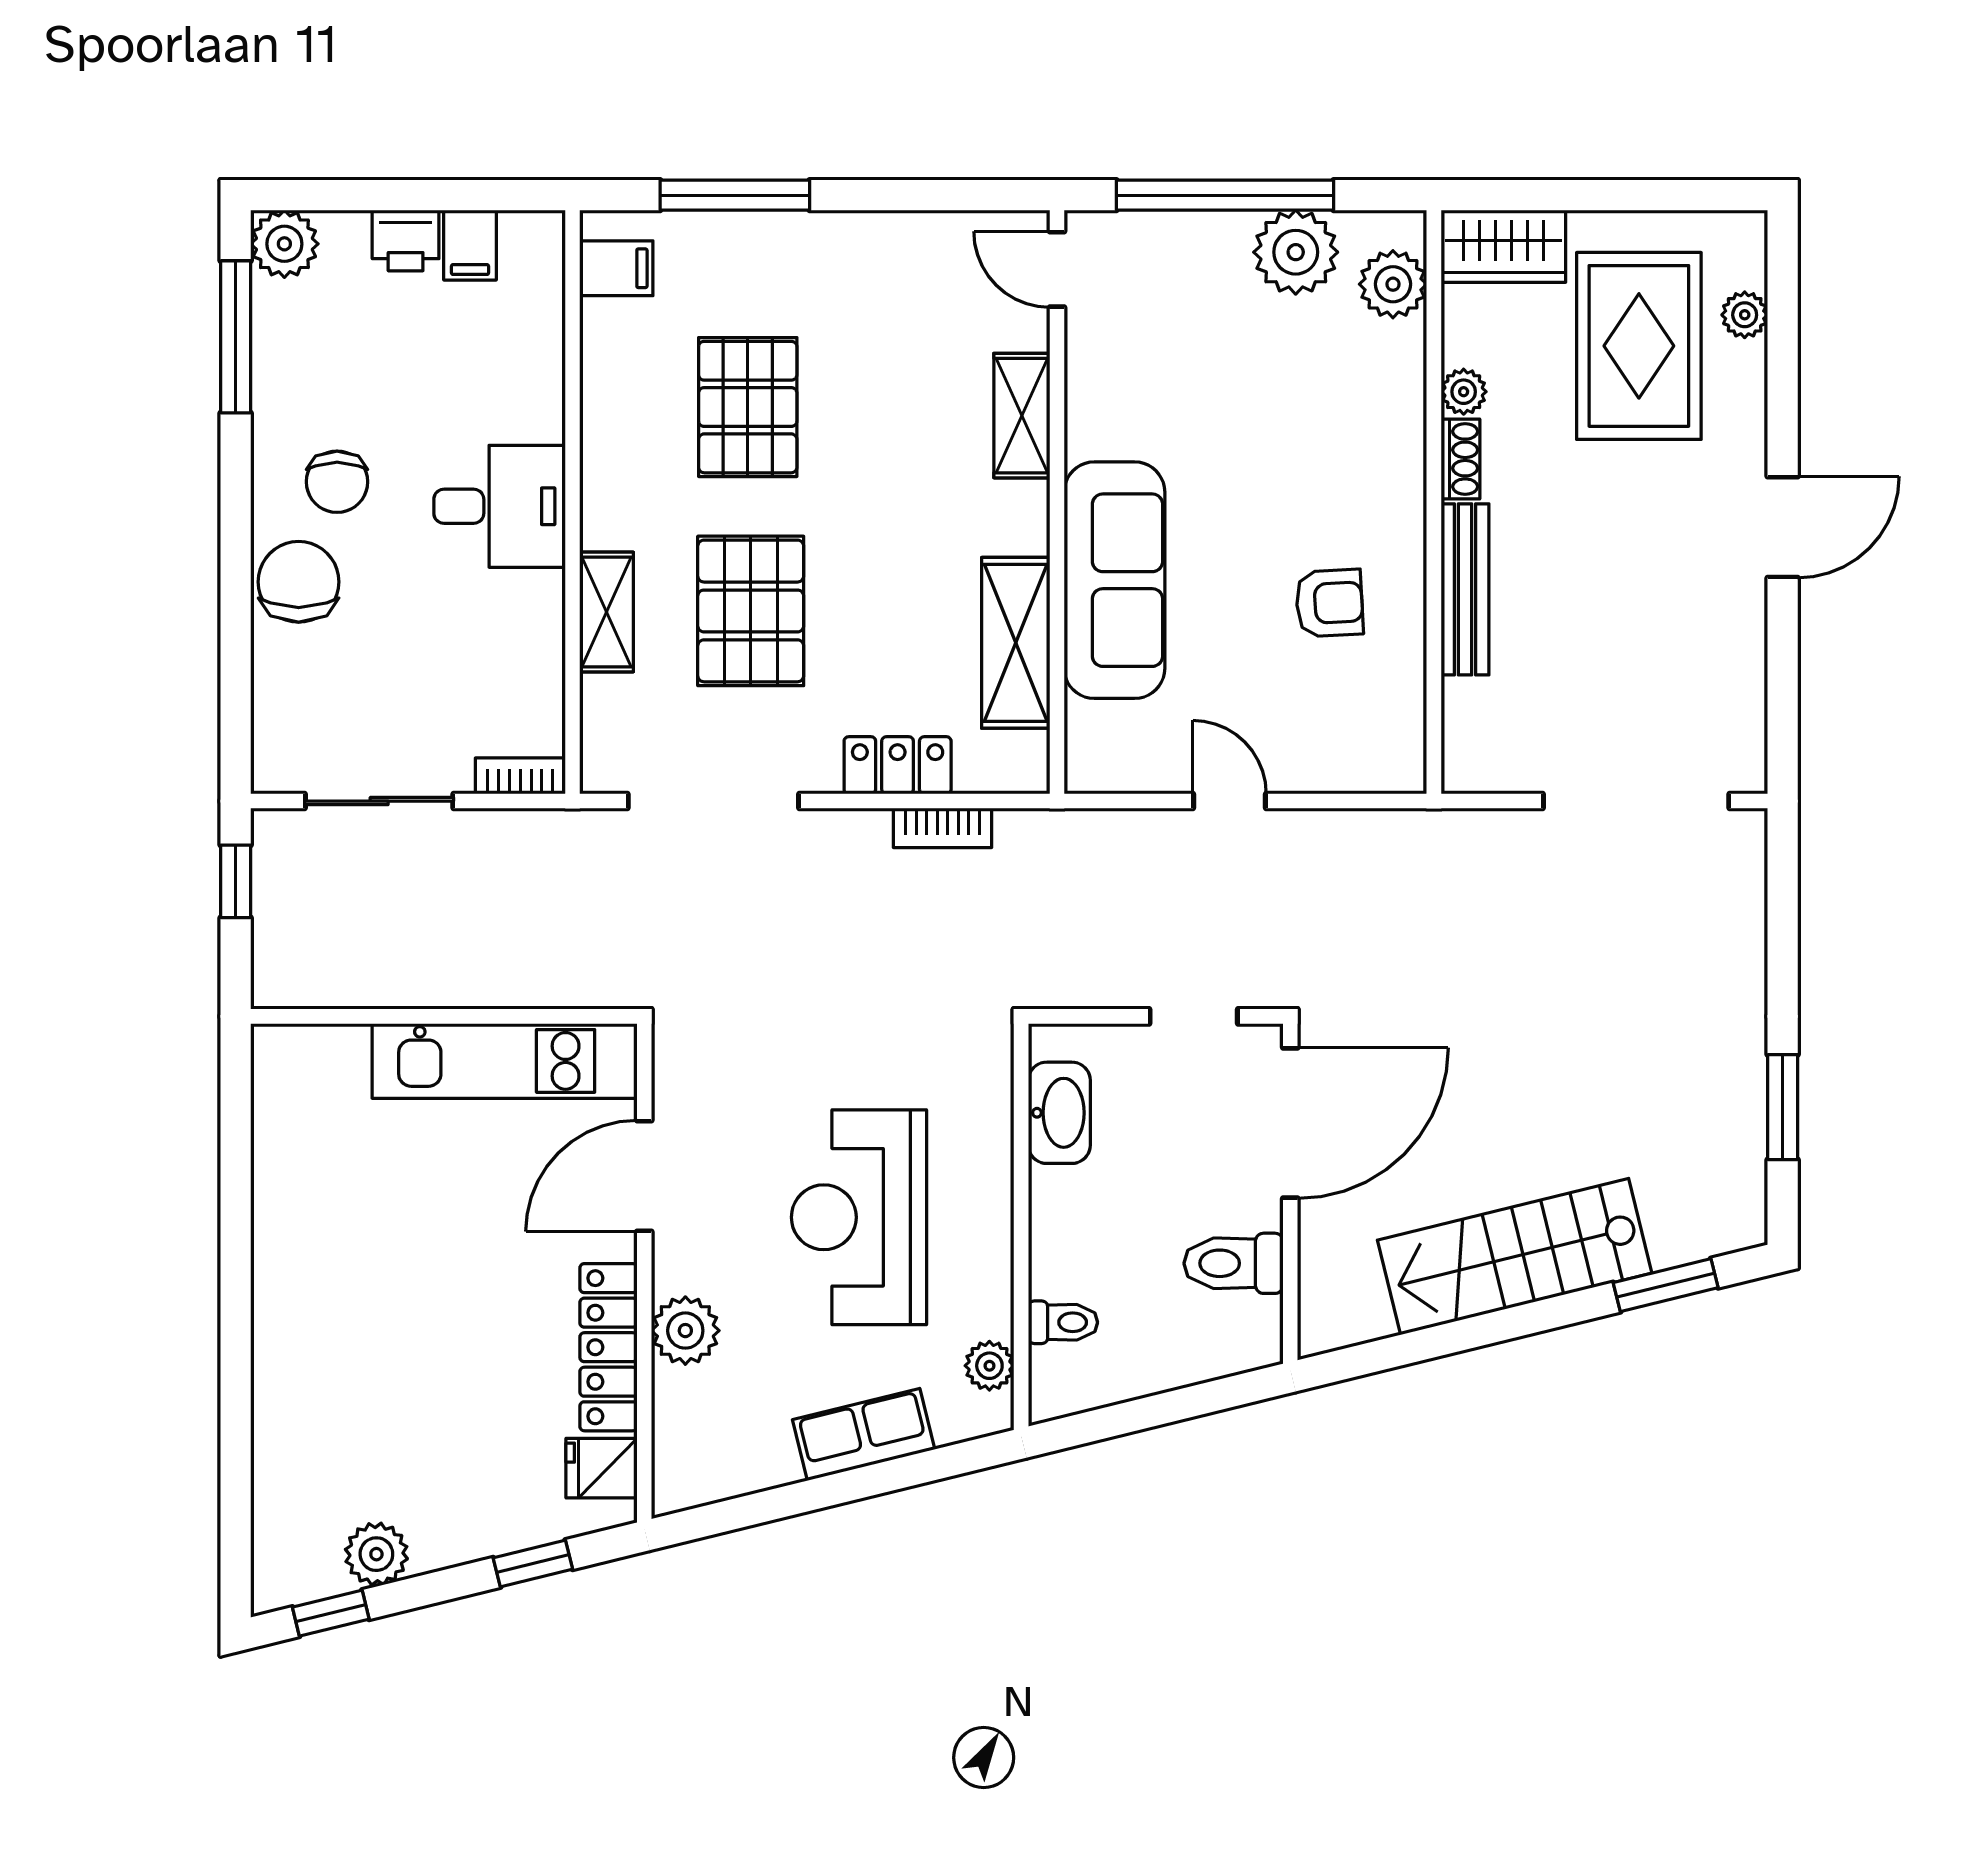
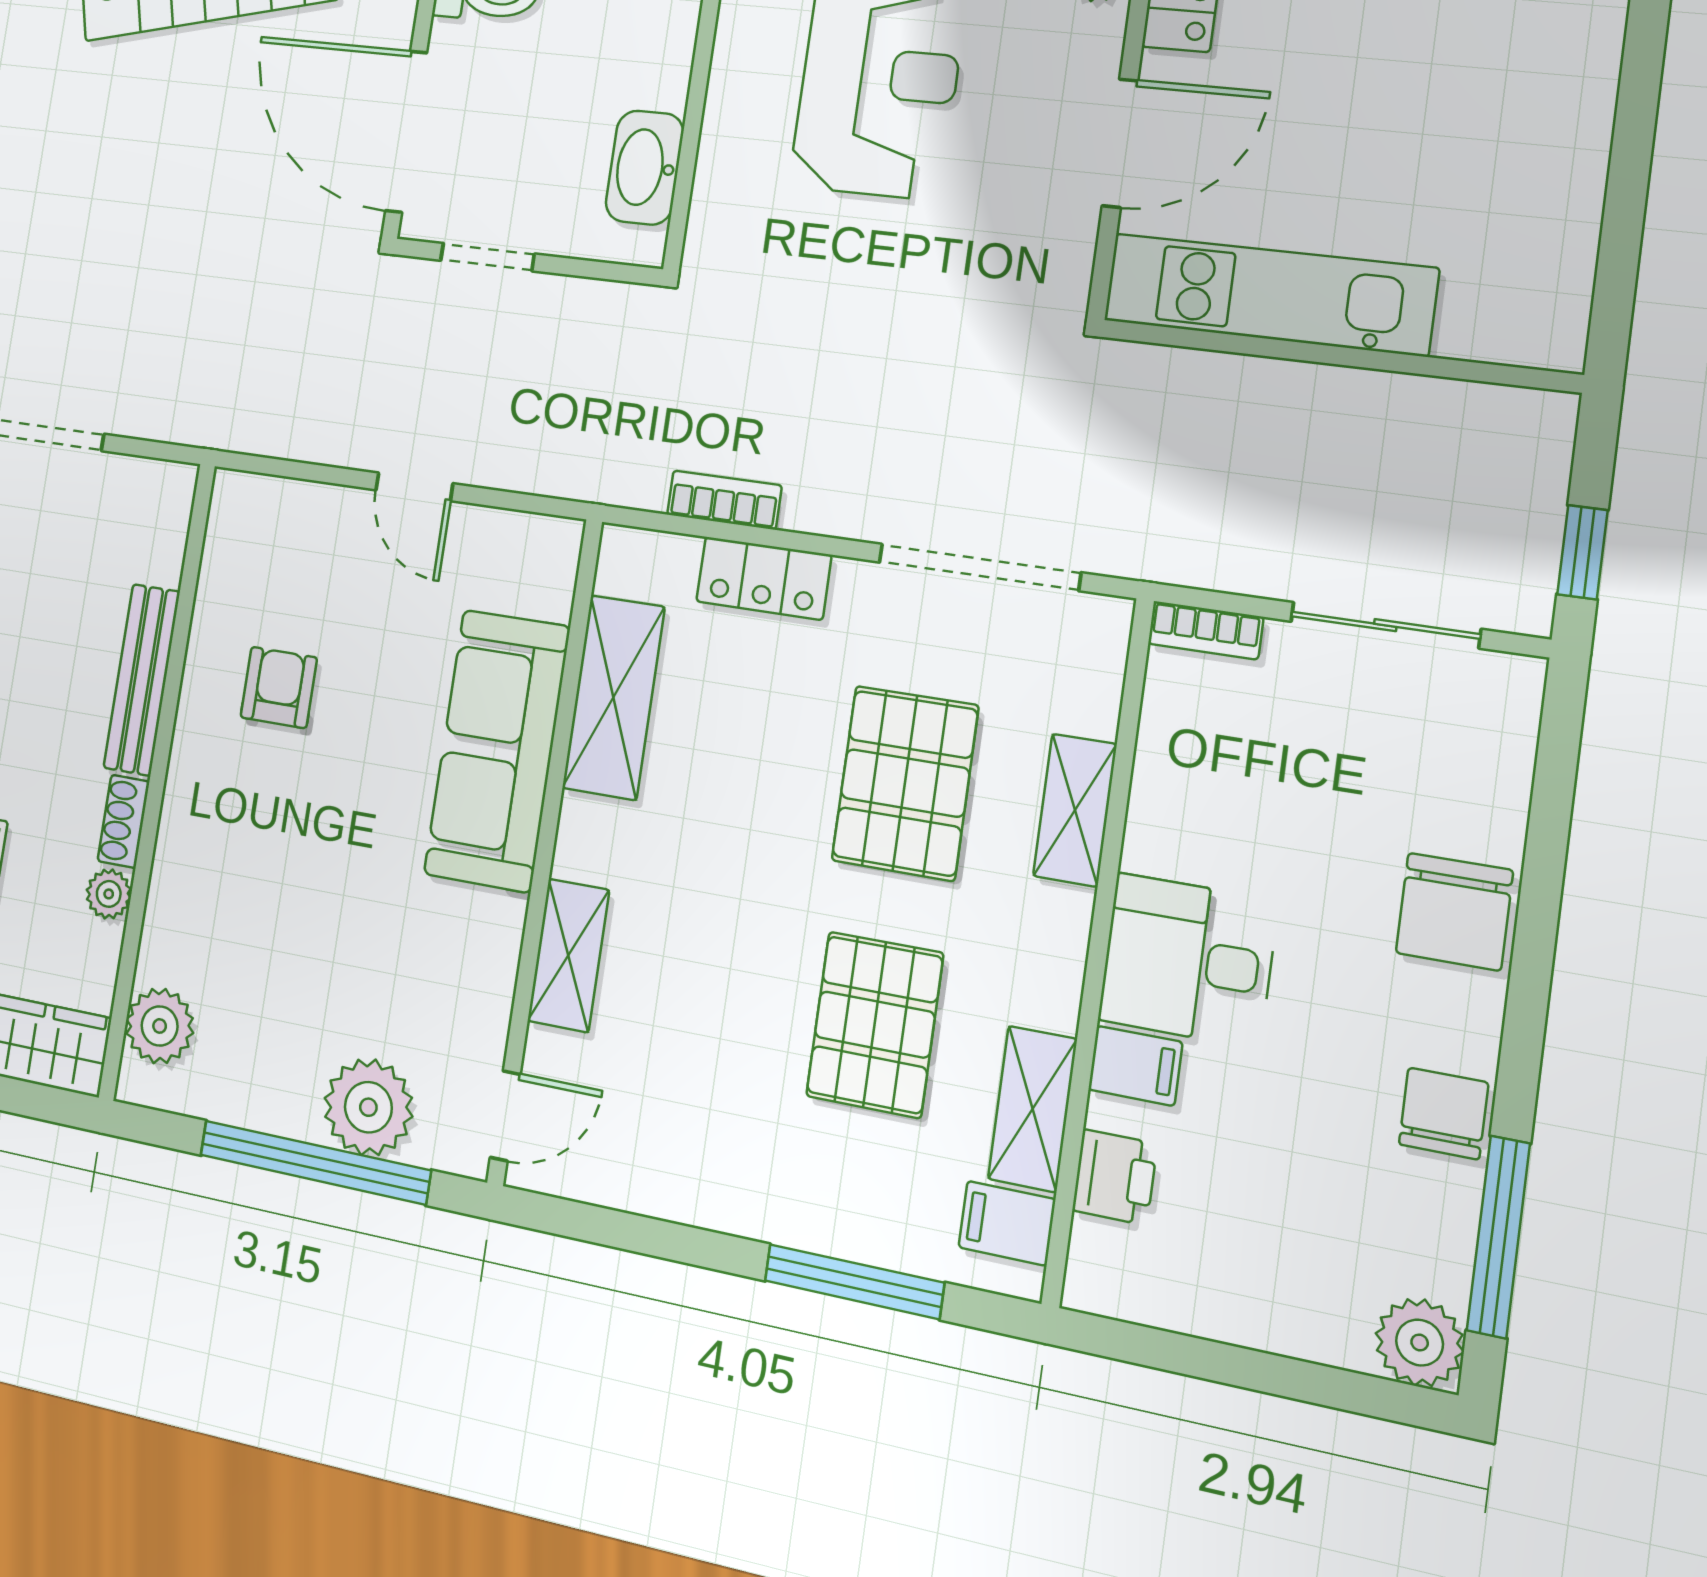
printer: (406, 240) -> (1115, 1177), moved, turned 90
filing cabinet: (470, 245) -> (1135, 1066), moved, turned 90
plant: (1296, 252) -> (368, 1107), moved
door: (1057, 269) -> (505, 1116), hinge flipped
shelving: (608, 364) -> (1033, 1109), added
chair: (337, 482) -> (1444, 1113), moved
armchair: (1329, 603) -> (279, 688), turned 93
door: (1290, 1123) -> (406, 132), hinge flipped

